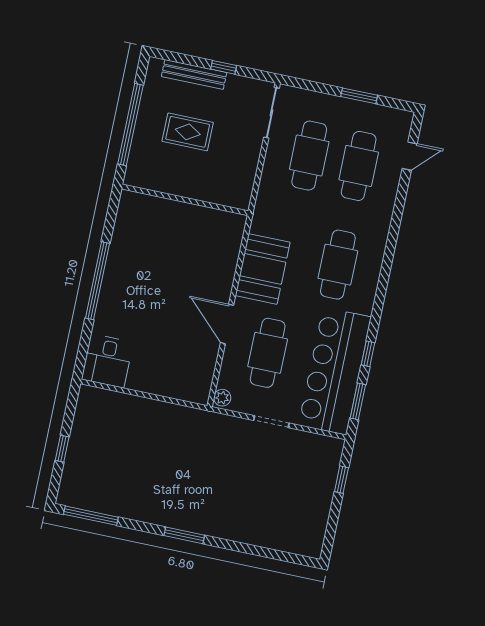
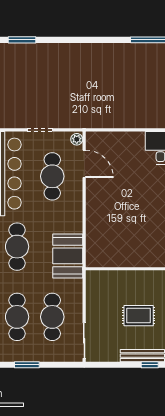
window: (224, 67) -> (150, 365), moved
booth: (263, 269) -> (68, 256), moved
door: (227, 324) -> (84, 164), moved
window: (184, 535) -> (22, 40), moved

